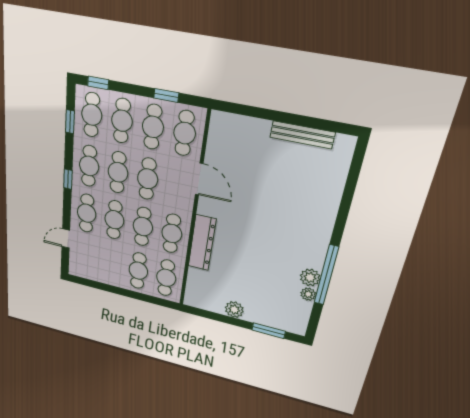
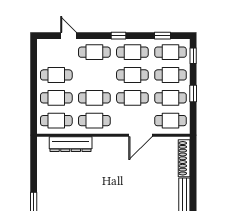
window: (166, 96) -> (193, 94), moved
shoe rack: (242, 124) -> (184, 158), added
cafe table: (114, 220) -> (56, 75), moved
dresser: (202, 243) -> (71, 144), moved
plant: (234, 310) -> (44, 176), removed

